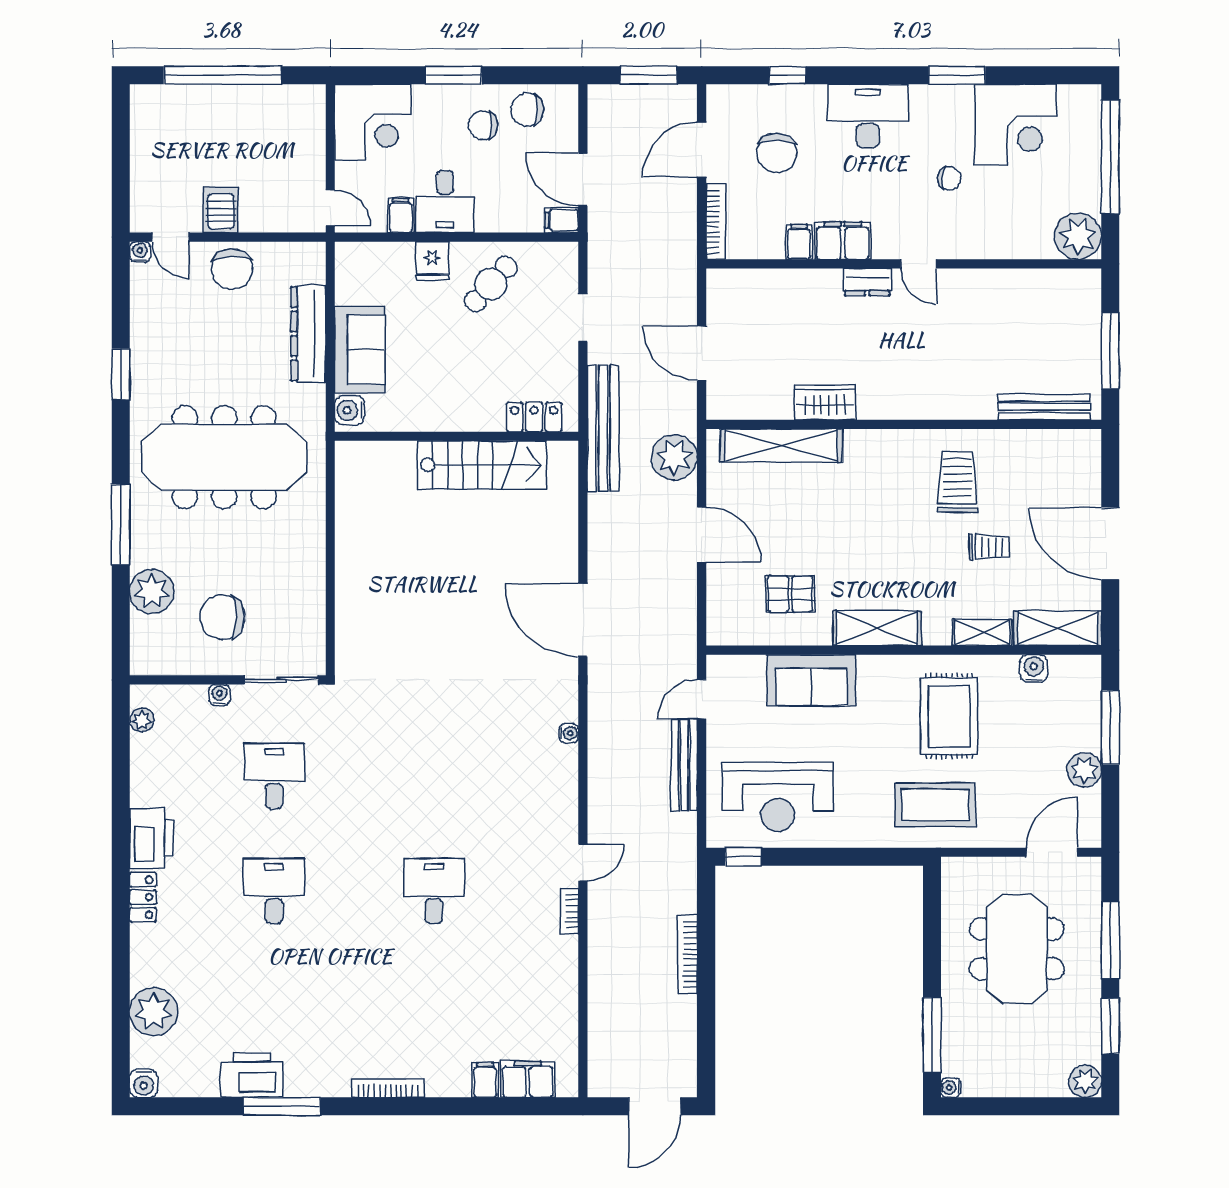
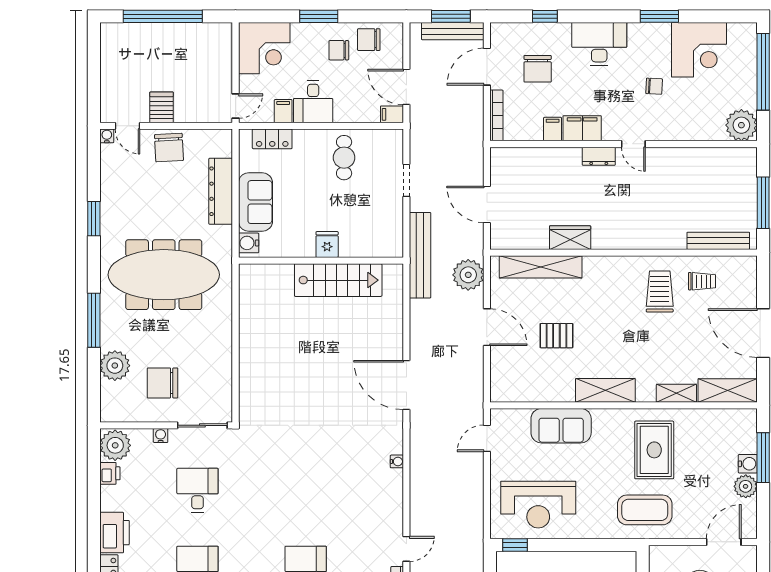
door: (330, 208) -> (236, 106), hinge flipped
fridge: (432, 261) -> (327, 244), moved, turned 180
cafe table: (491, 284) -> (344, 158), turned -42
locker: (534, 417) -> (272, 139), moved, turned 180
trolley: (989, 547) -> (702, 281), moved
pallet: (790, 594) -> (556, 336), moved
water cooler: (1034, 668) -> (748, 464), moved, turned 90
plant: (142, 720) -> (115, 445), width x1.88, depth x1.88
printer: (145, 751) -> (110, 473), added
bench: (684, 765) -> (453, 31), moved, turned 90

